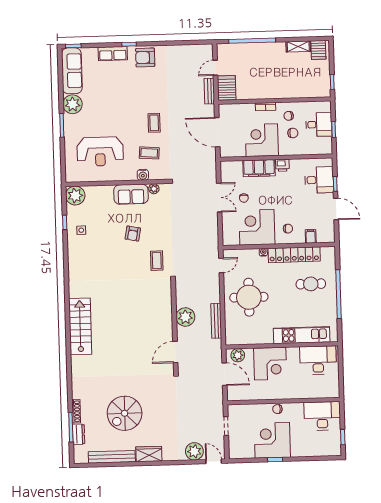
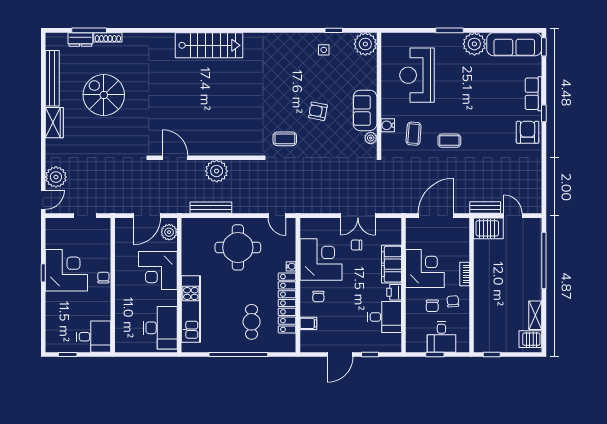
desk: (319, 180) -> (384, 317), moved, turned -90
desk: (322, 416) -> (94, 337), width x0.73

